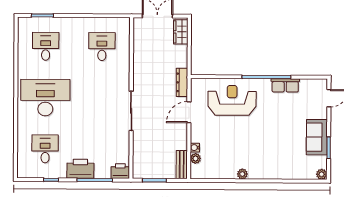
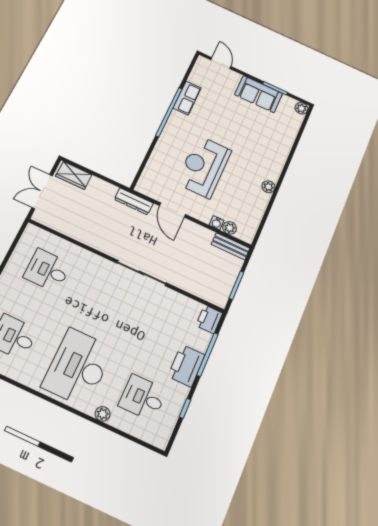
reception desk: (232, 100) -> (204, 167), moved
plant: (22, 127) -> (103, 414), added

